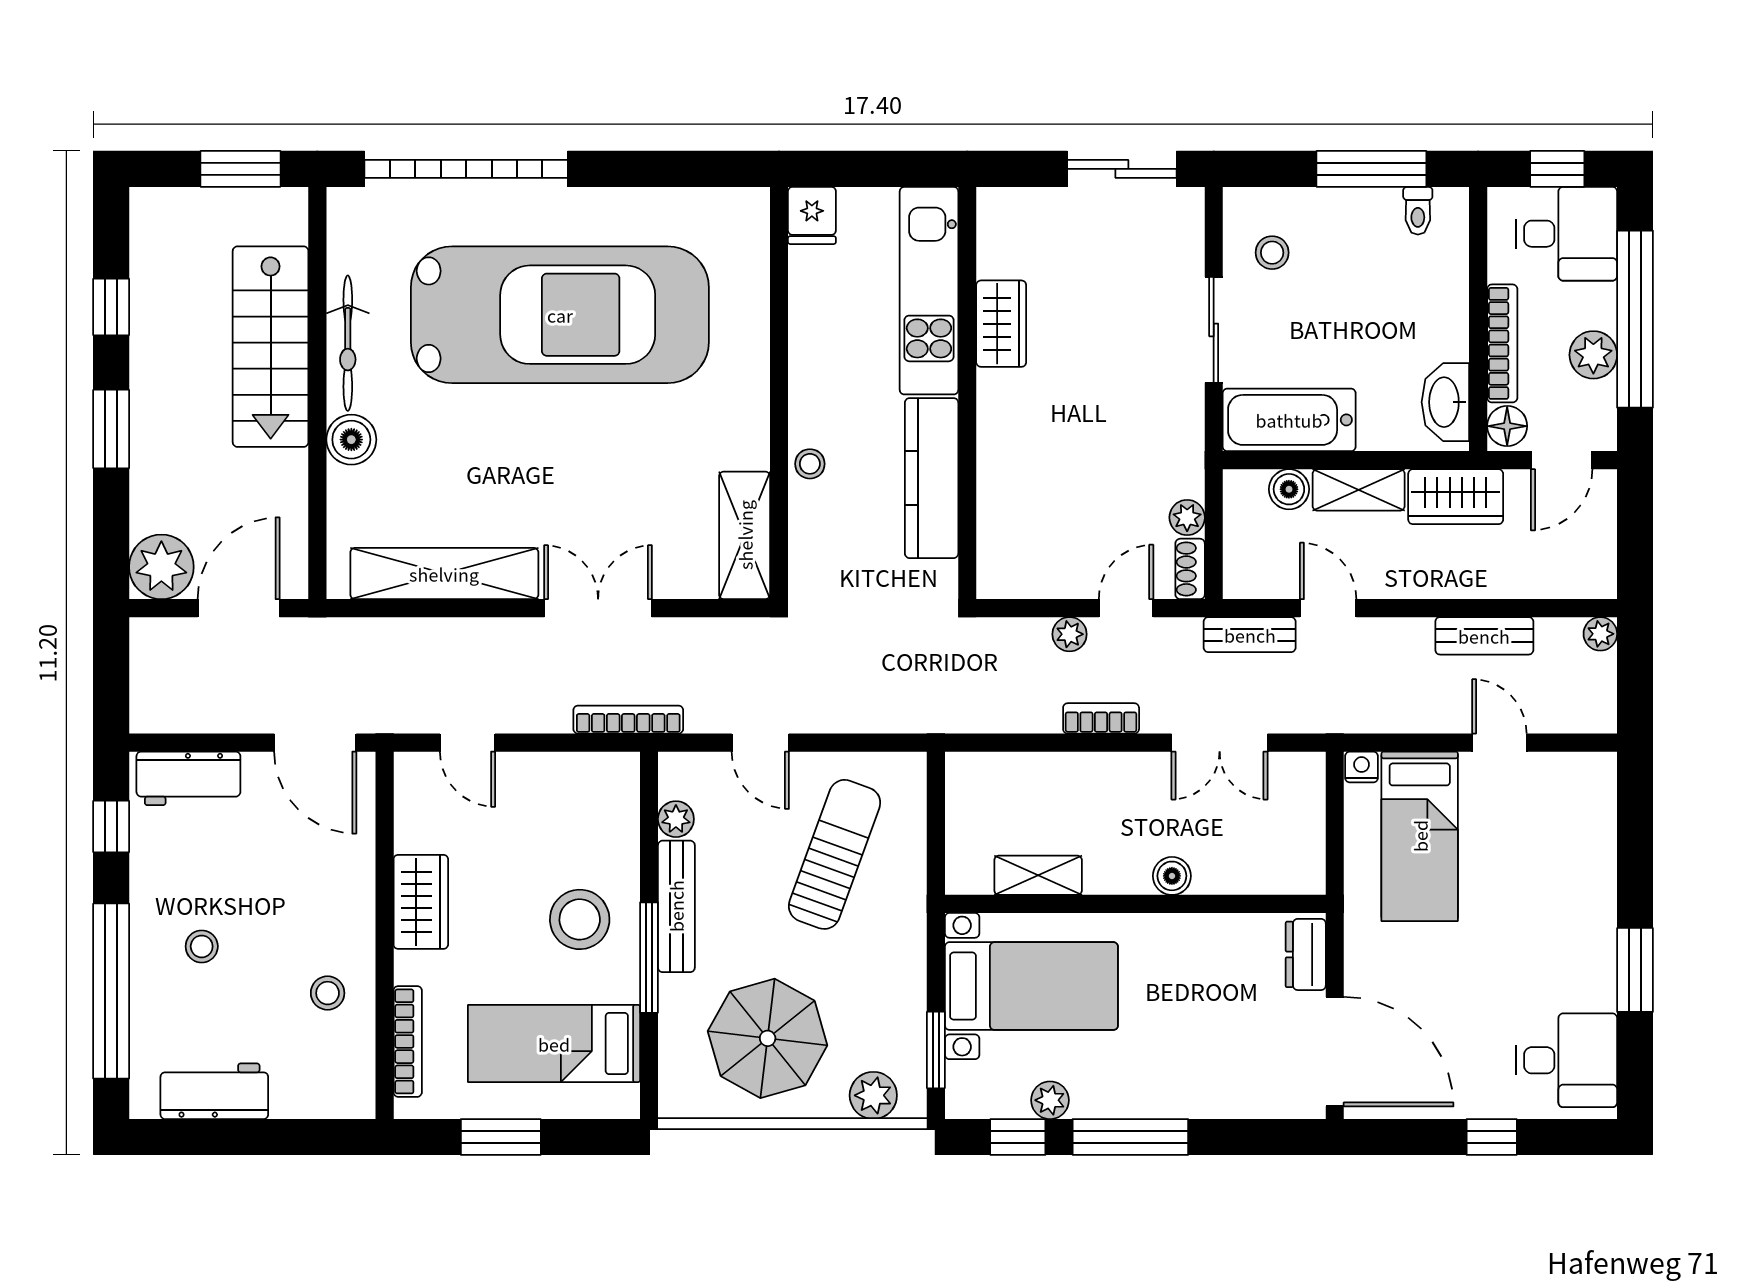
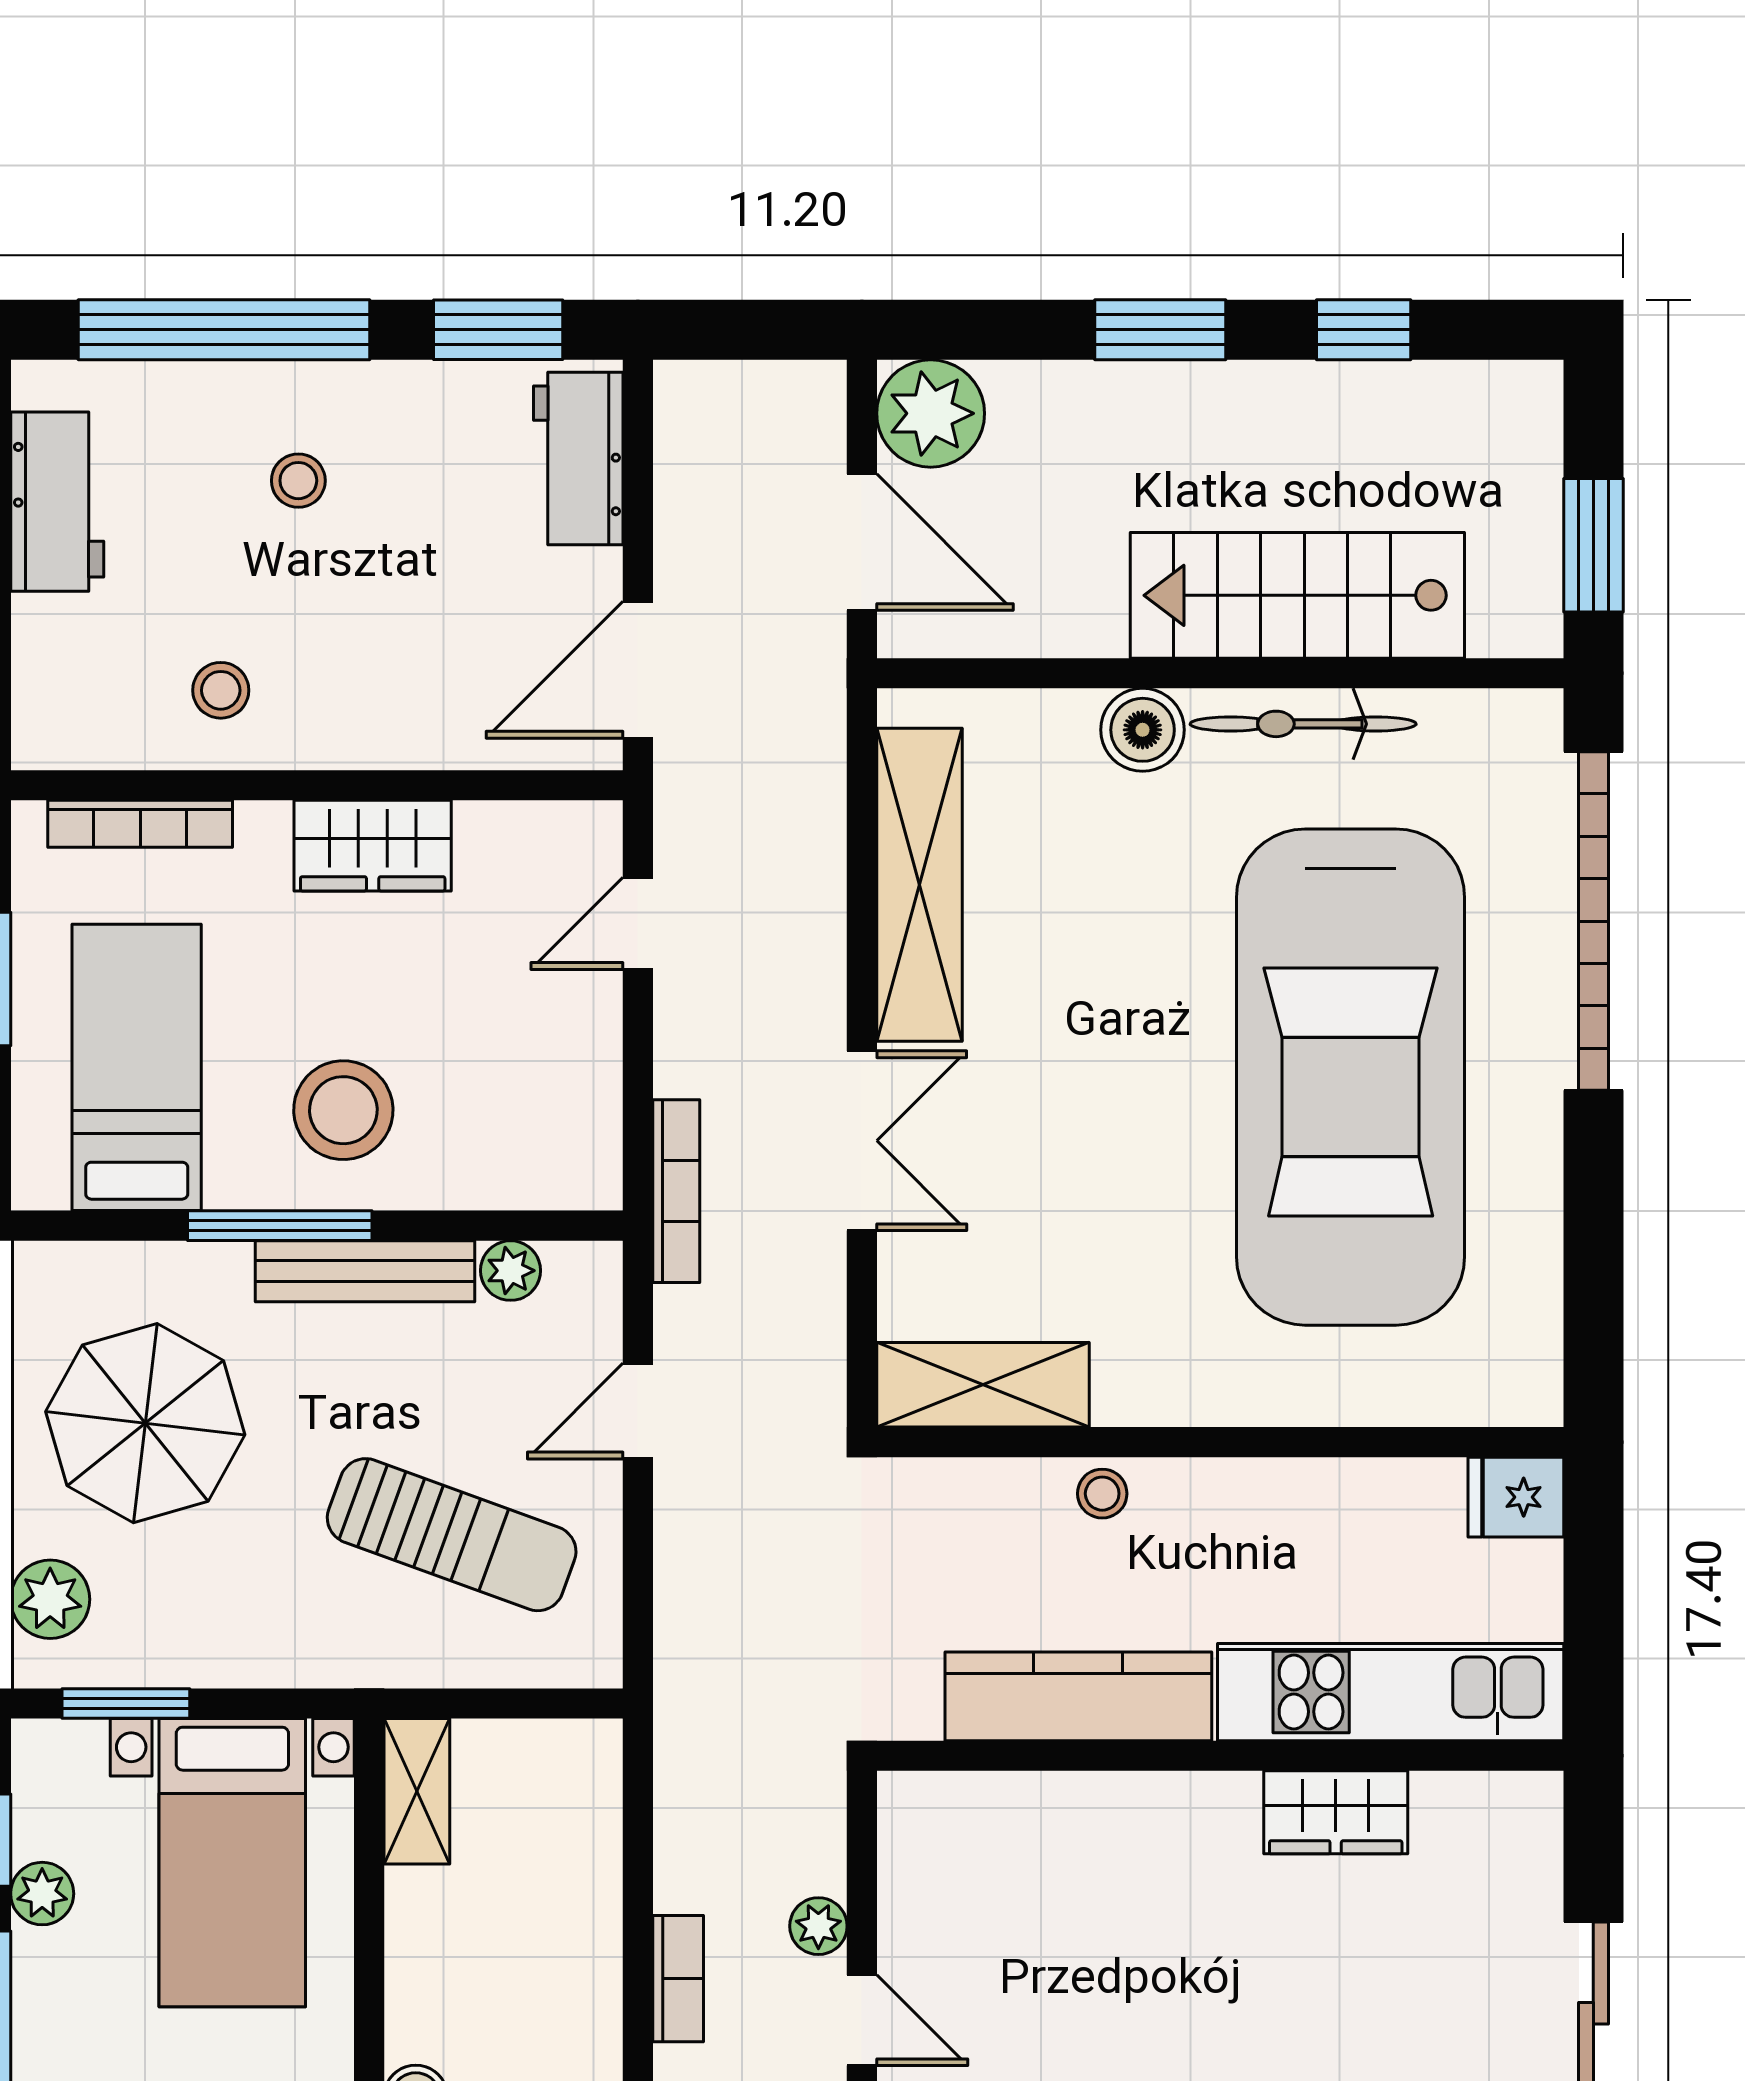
window: (111, 827) -> (498, 330), width x1.50
shelving: (1038, 875) -> (417, 1791), moved

